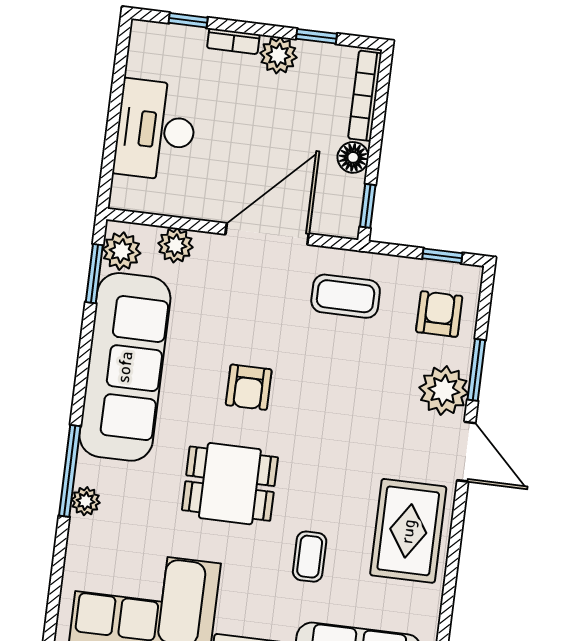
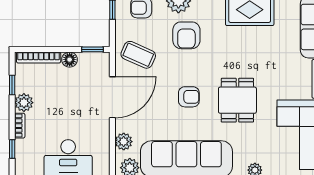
door: (267, 234) -> (112, 97), swing flipped
coffee table: (346, 296) -> (138, 55), turned -66
armchair: (373, 398) -> (186, 35), added
coffee table: (310, 557) -> (268, 57), removed

